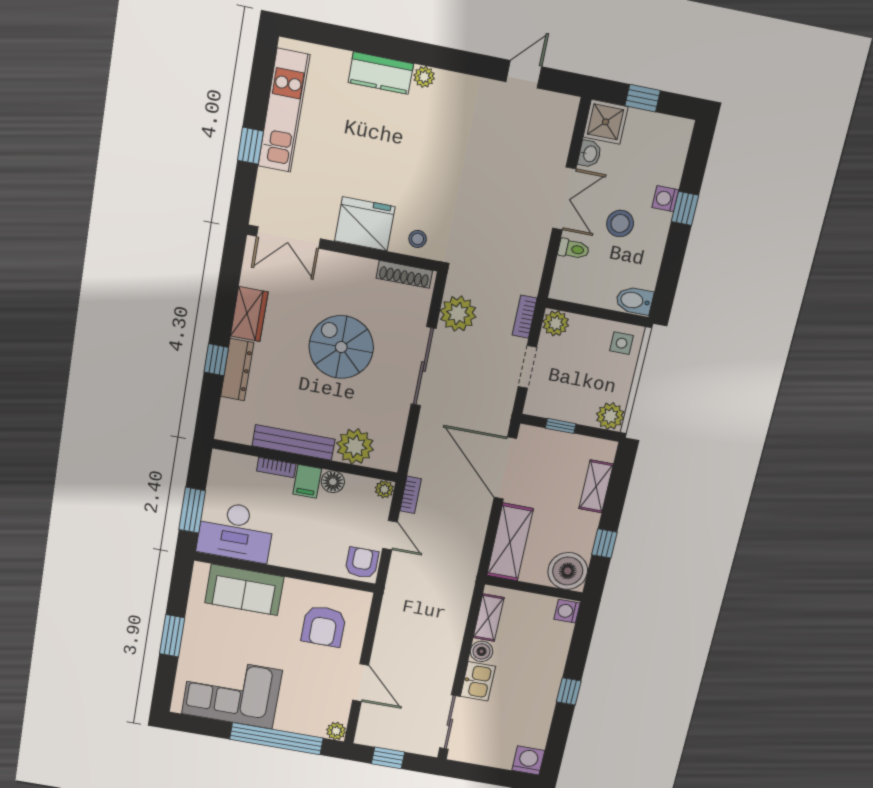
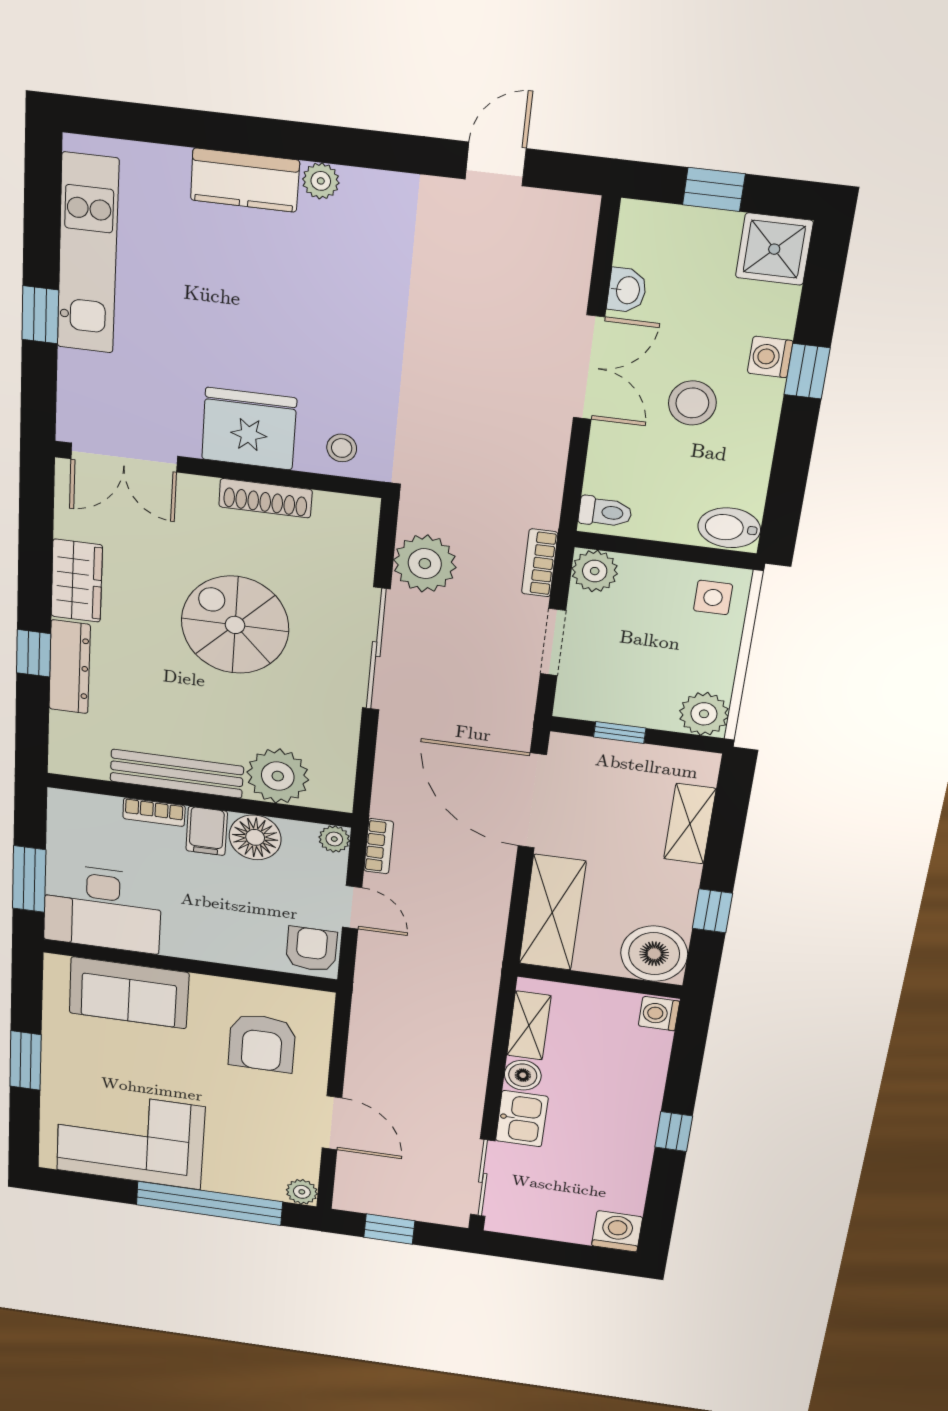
shower: (606, 122) -> (774, 249), moved
toilet: (574, 249) -> (605, 512), moved
shoe rack: (404, 274) -> (265, 498), moved
floor lamp: (333, 482) -> (255, 837), width x1.38, depth x1.38

